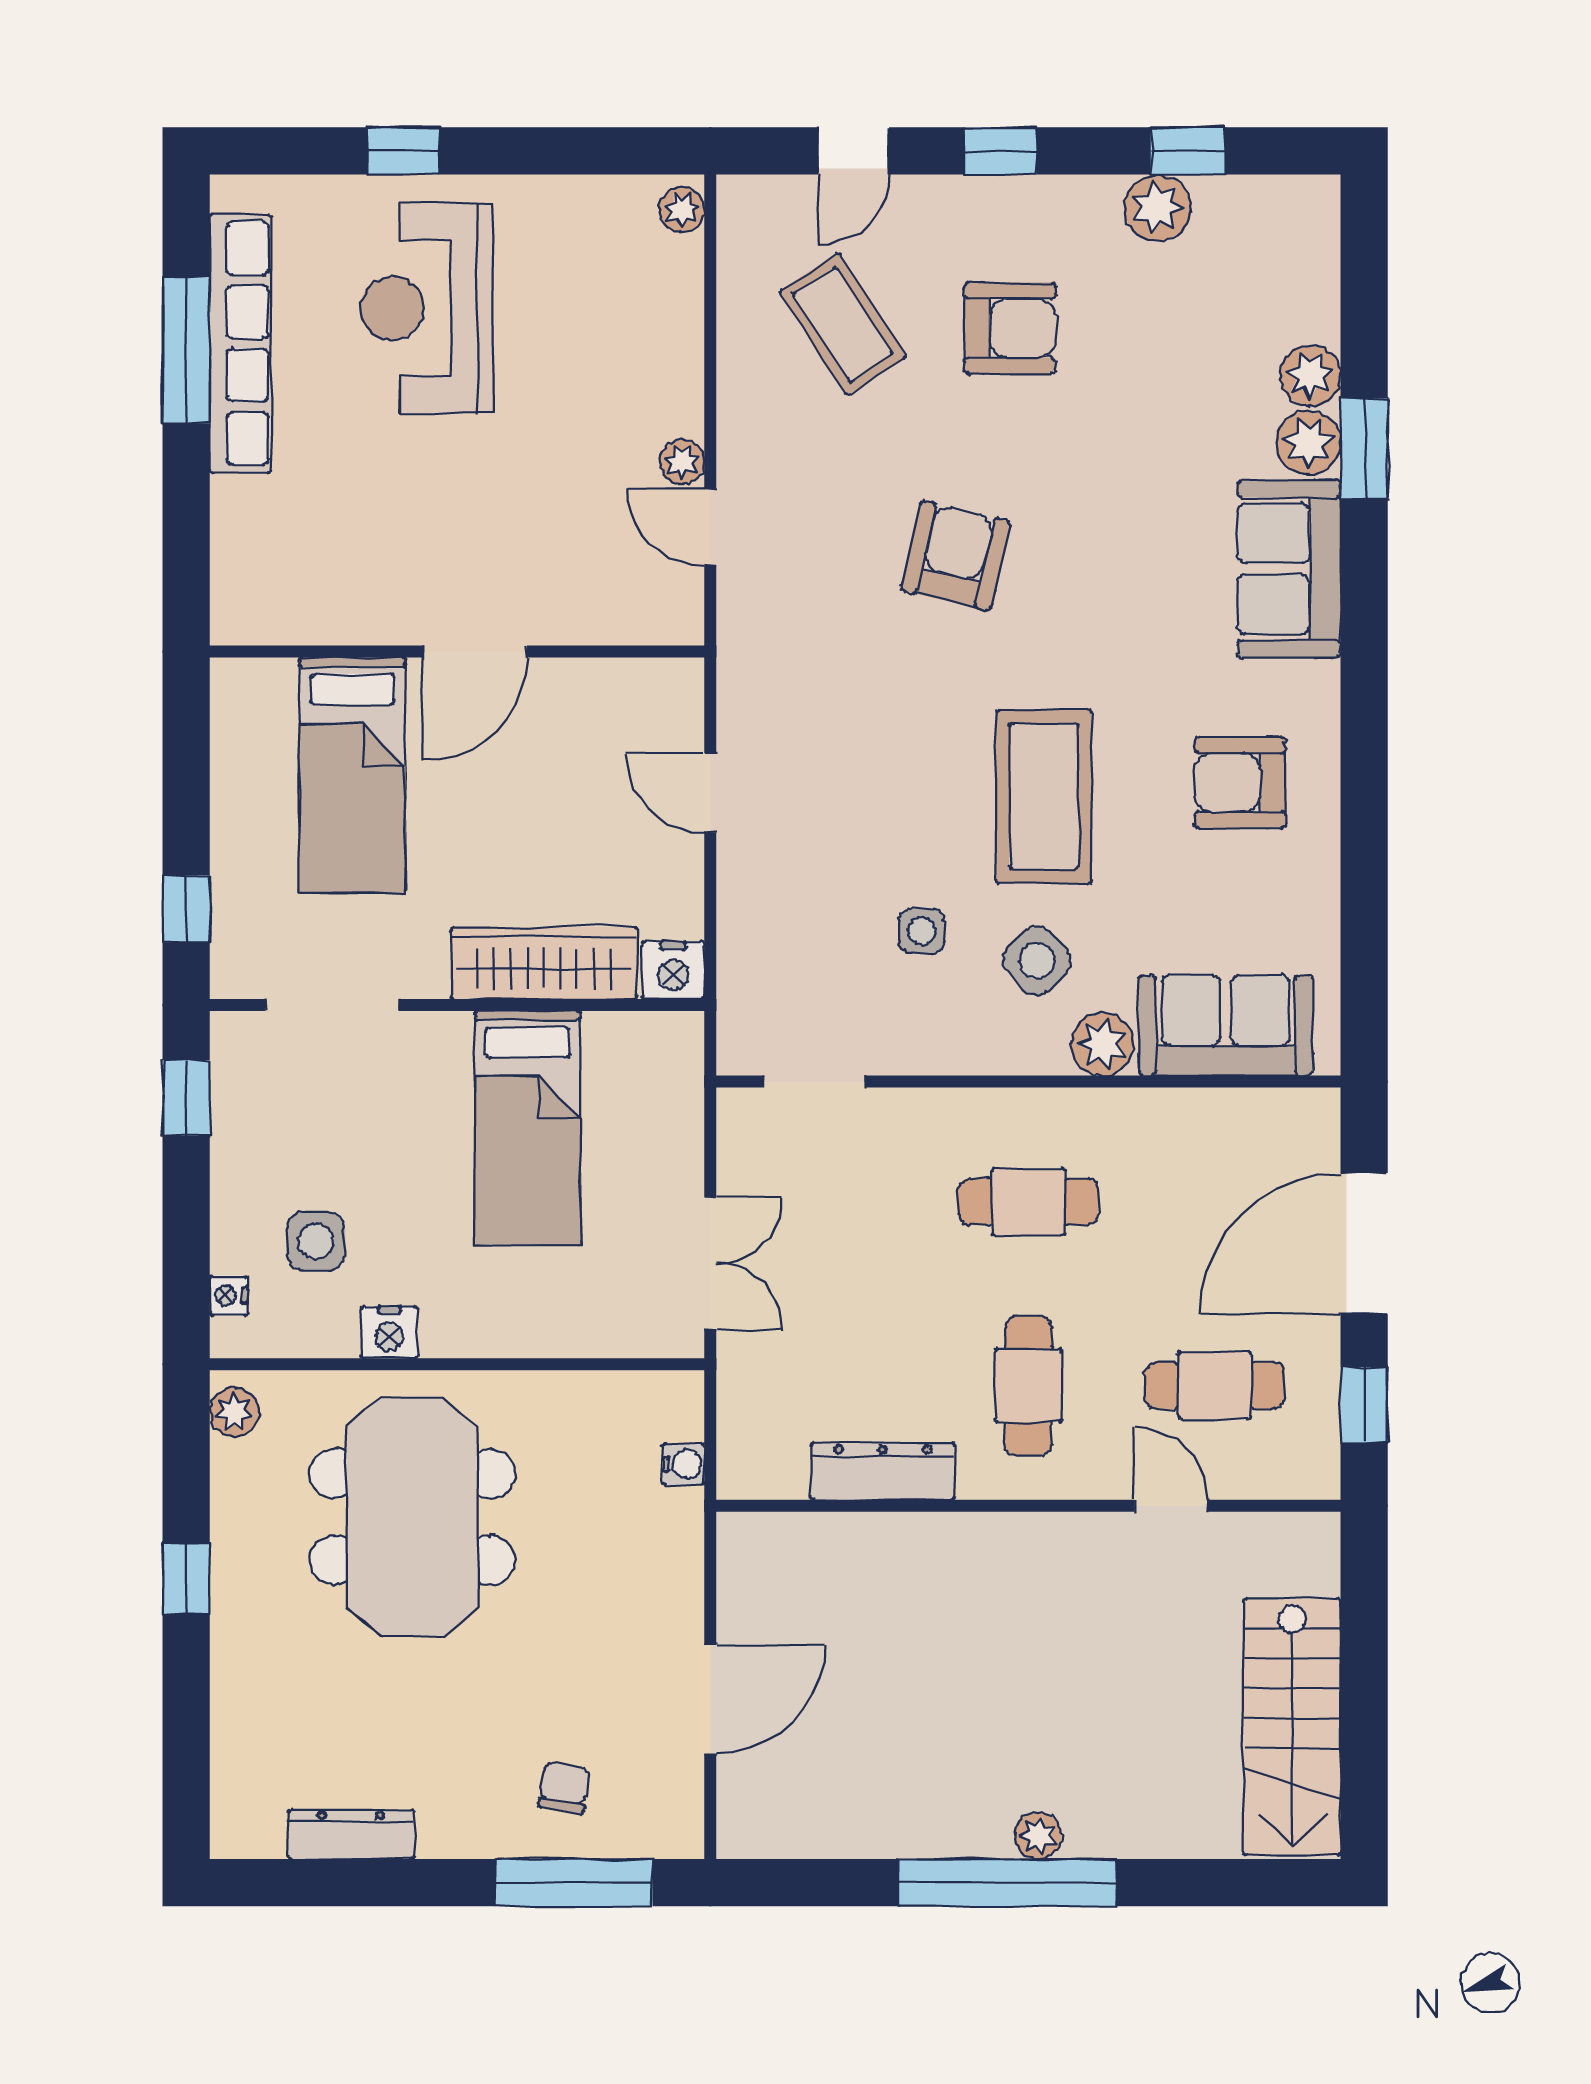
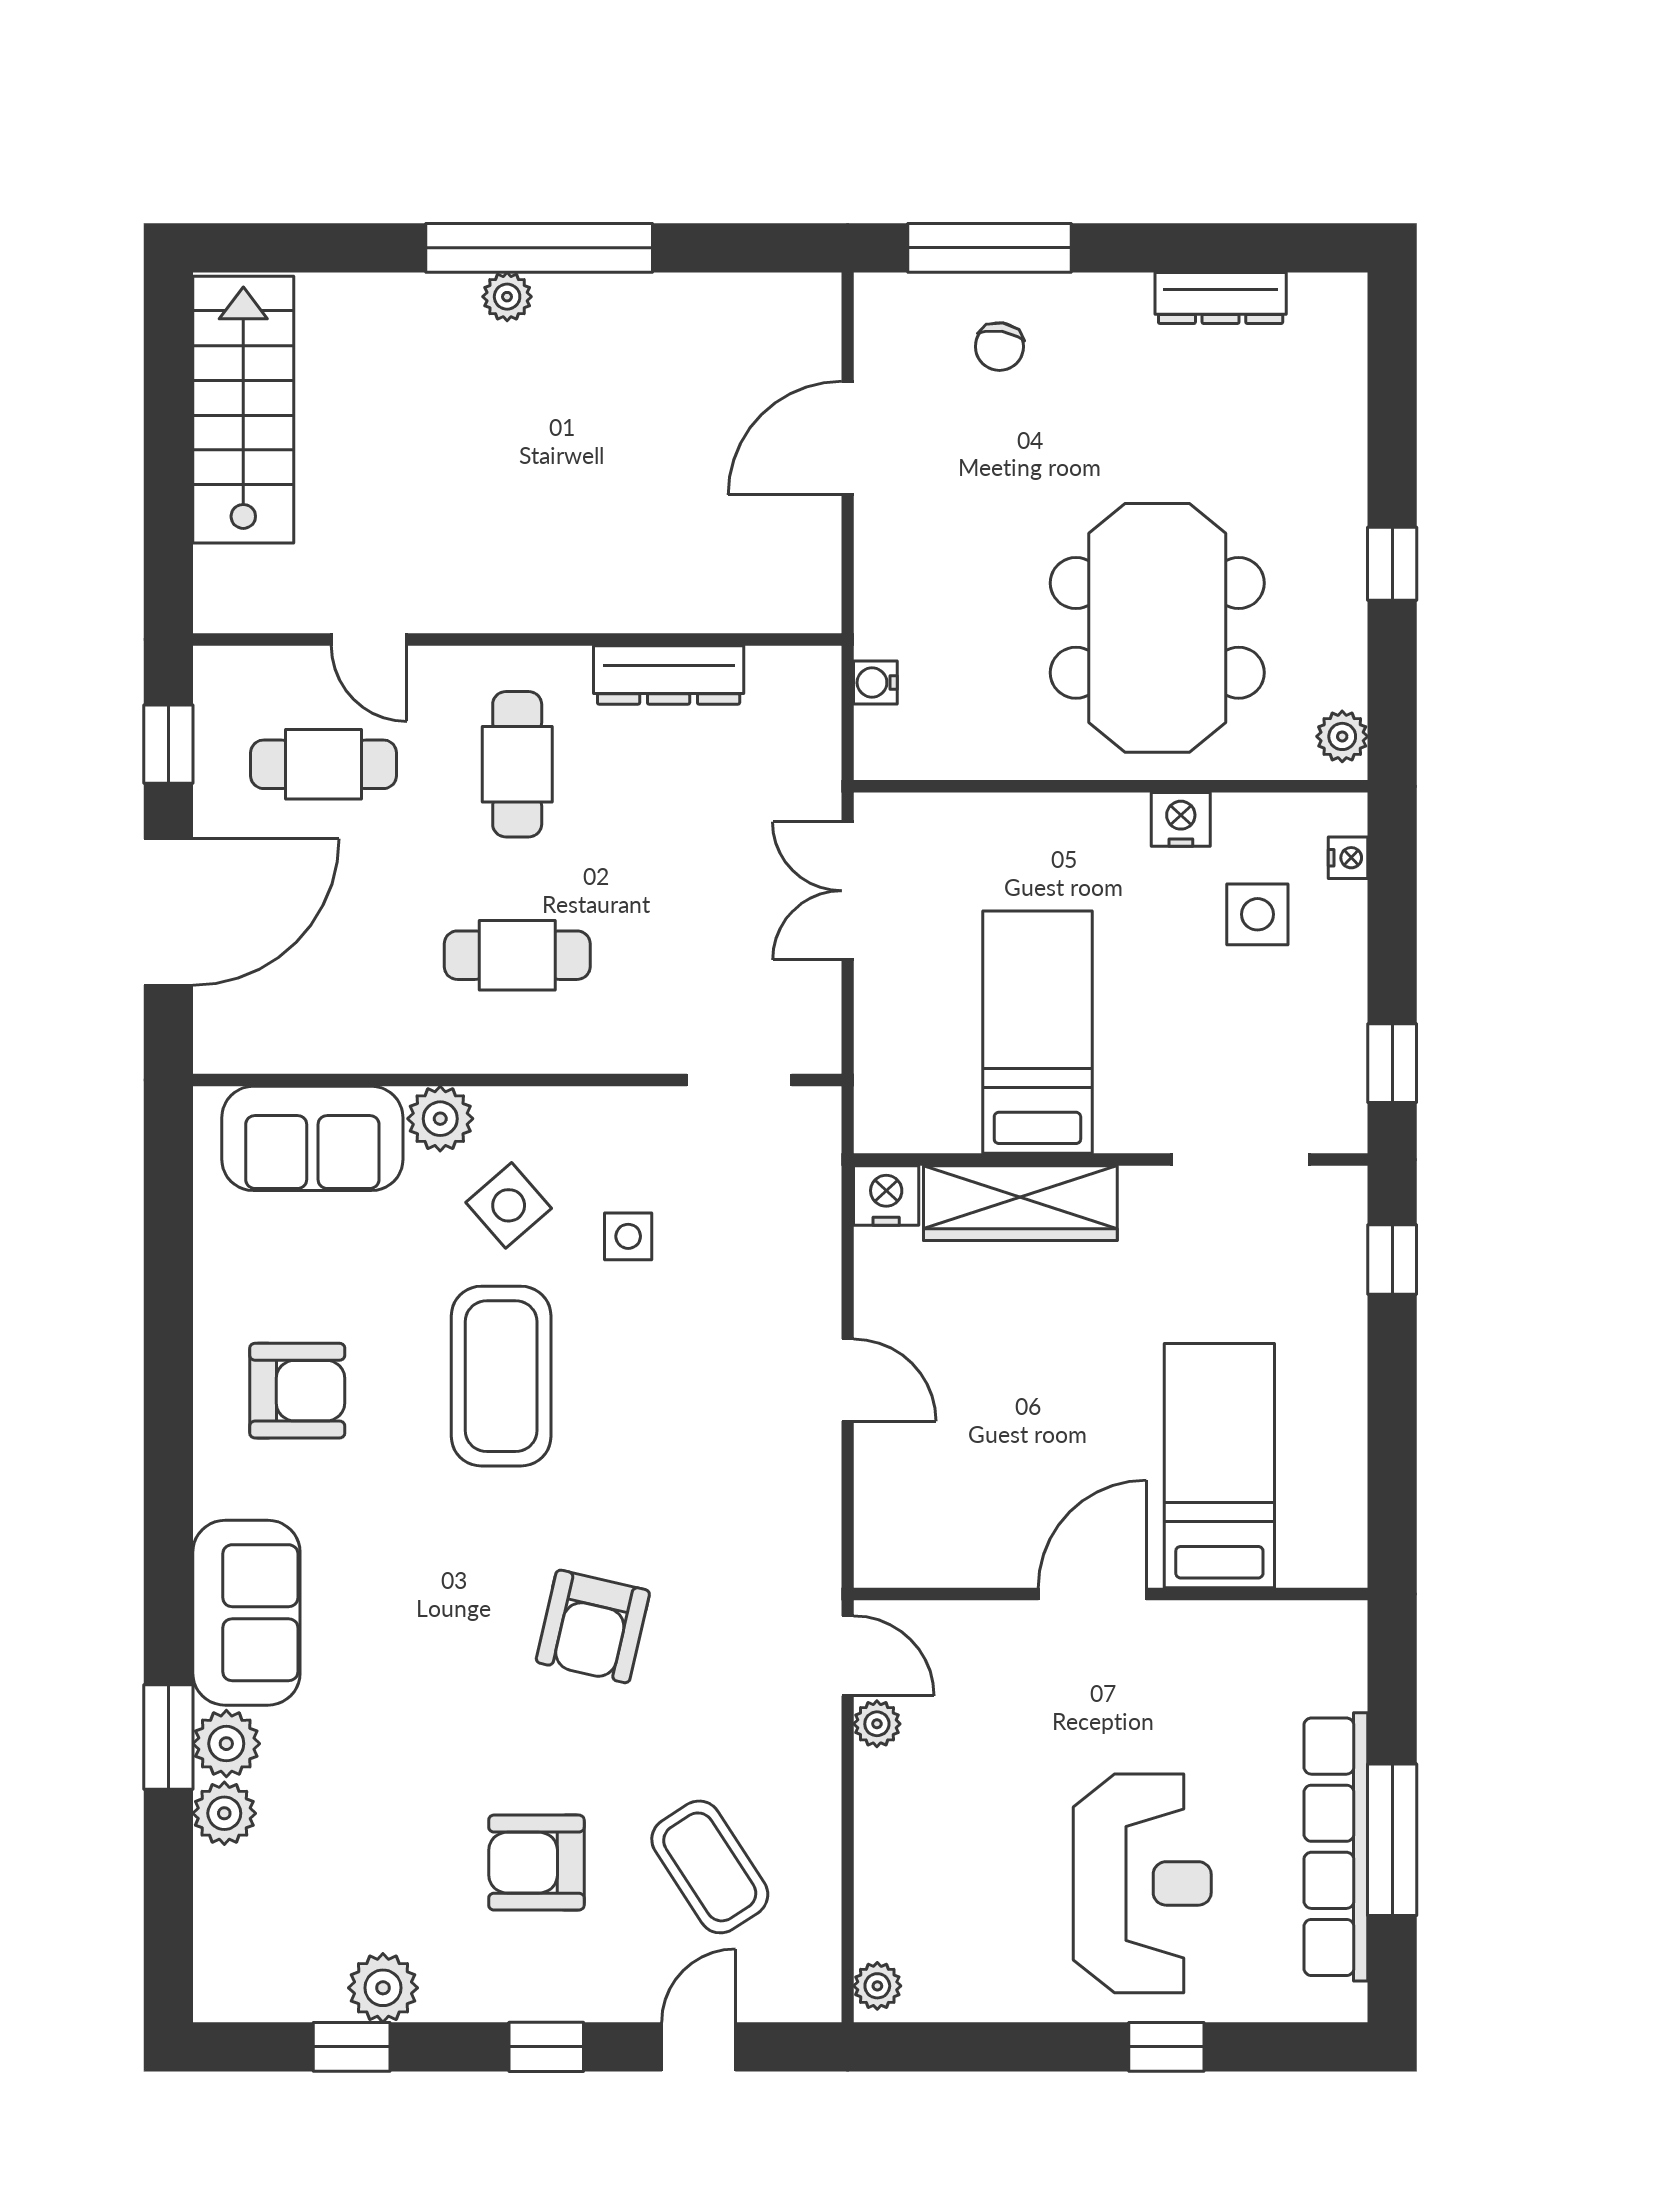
wall: (457, 652) -> (1111, 1594), moved
door: (475, 652) -> (1092, 1594), moved
bed: (352, 775) -> (1219, 1466), moved

